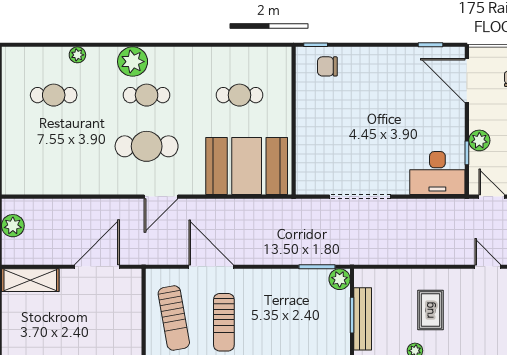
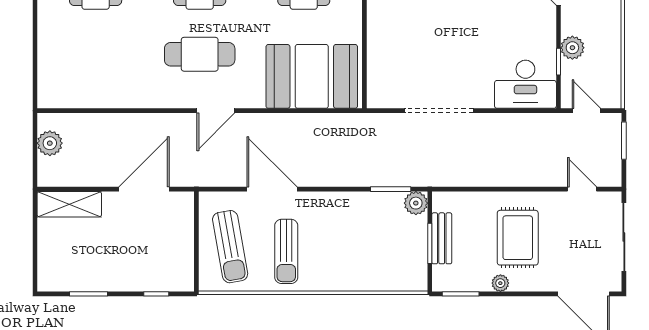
rug: (430, 310) -> (518, 238), width x1.36, depth x1.43
bench: (363, 319) -> (442, 238), width x0.73

